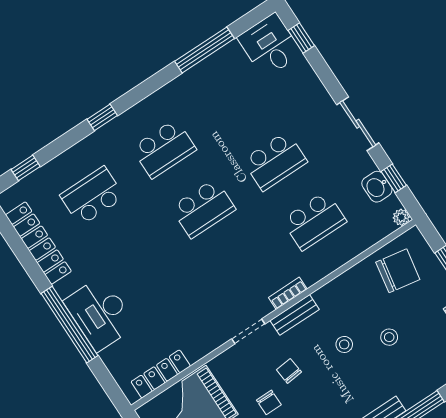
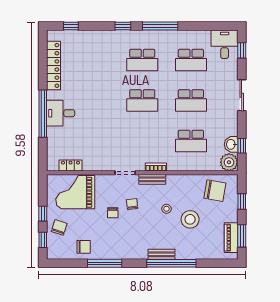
window: (204, 50) -> (160, 26), moved
sliding door: (358, 124) -> (242, 95), moved
school desk: (92, 196) -> (191, 60), moved, turned 180
plant: (401, 217) -> (229, 162), width x1.87, depth x1.87
desk: (100, 314) -> (61, 113), width x0.73
stool: (389, 337) -> (190, 219), width x1.89, depth x1.89
locker: (161, 374) -> (70, 165), width x0.66

